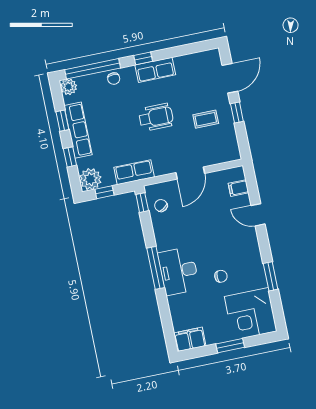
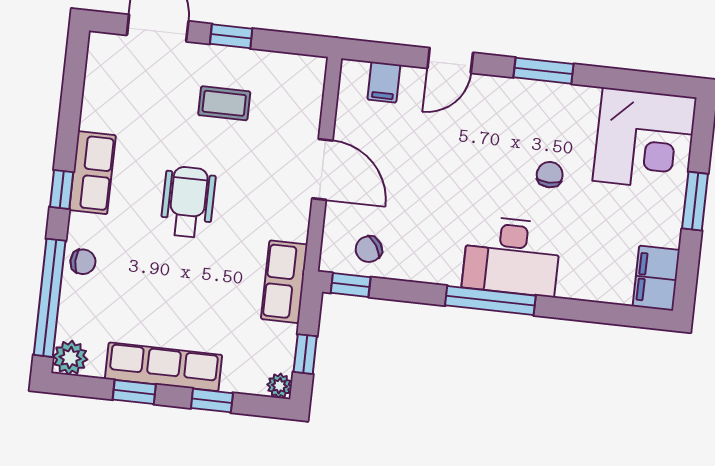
coffee table: (206, 119) -> (224, 103), turned 90
plant: (90, 179) -> (279, 386), width x0.53, depth x0.53
window: (271, 276) -> (543, 71), moved

